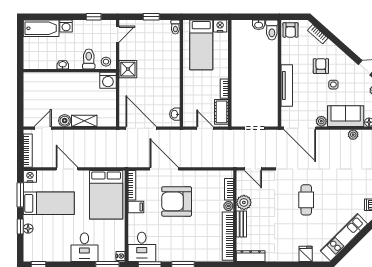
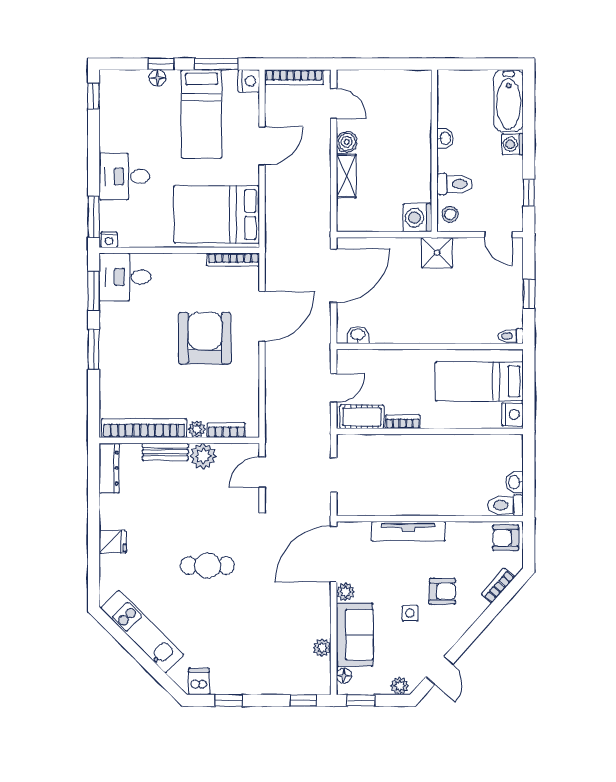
filing cabinet: (136, 207) -> (195, 267), removed
fridge: (306, 254) -> (113, 542), moved

